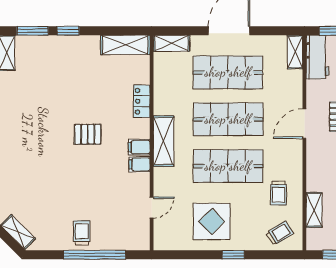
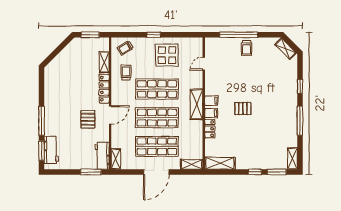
filing cabinet: (139, 164) -> (211, 113), moved
locker: (314, 167) -> (104, 89), added

